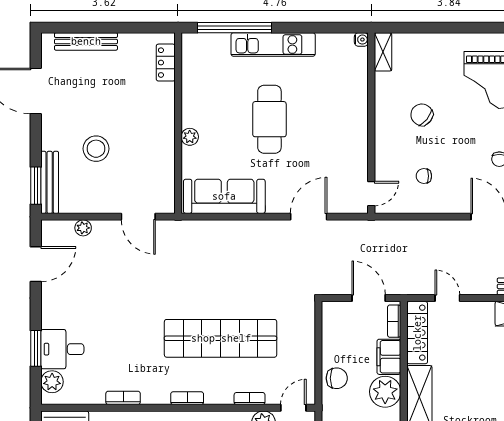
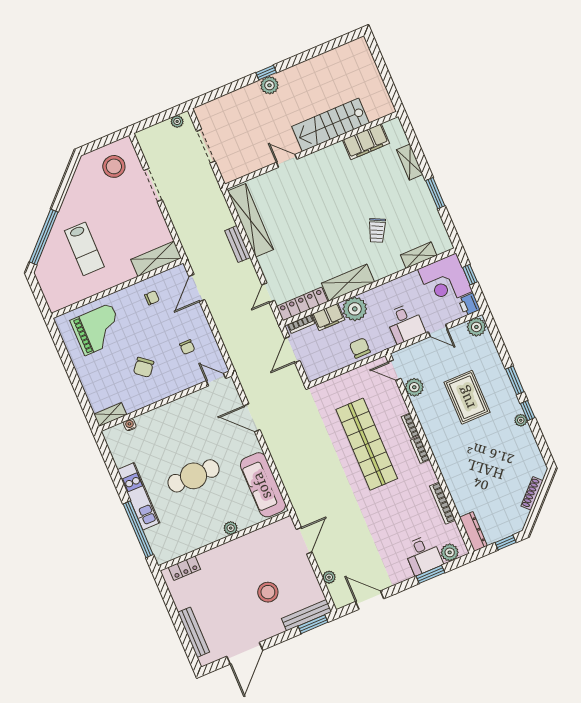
water cooler: (361, 40) -> (130, 425), moved
bookcase: (123, 398) -> (442, 503), width x1.56
bookcase: (250, 399) -> (410, 426), moved

